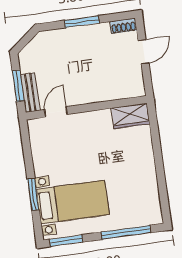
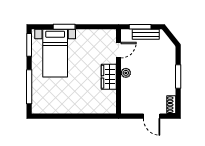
bench: (30, 93) -> (146, 34), moved
plant: (87, 97) -> (126, 73), added
door: (56, 112) -> (119, 50), hinge flipped
wardrobe: (130, 116) -> (109, 77), moved

